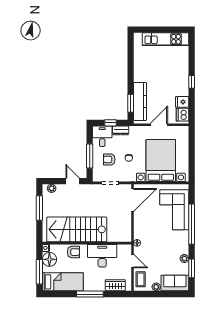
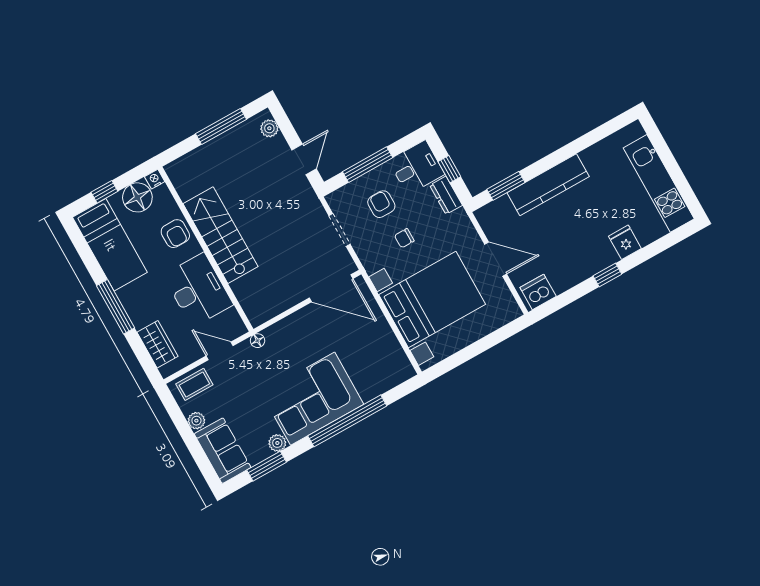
kitchen counter: (140, 101) -> (548, 185), moved
fridge: (182, 102) -> (625, 242), moved
corner sofa: (174, 210) -> (313, 399), moved
stairs: (77, 229) -> (221, 235), width x0.73, depth x0.66
door: (133, 261) -> (220, 351), swing flipped
window: (39, 272) -> (104, 192), width x0.46

